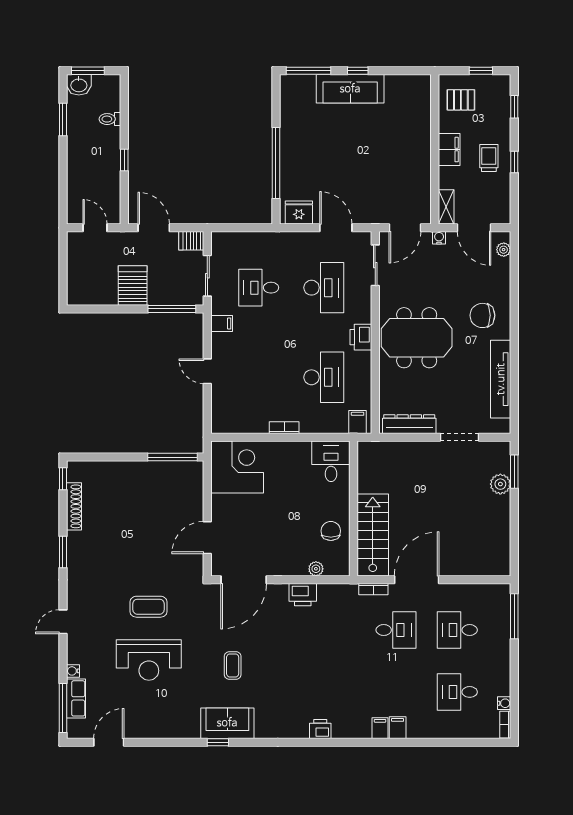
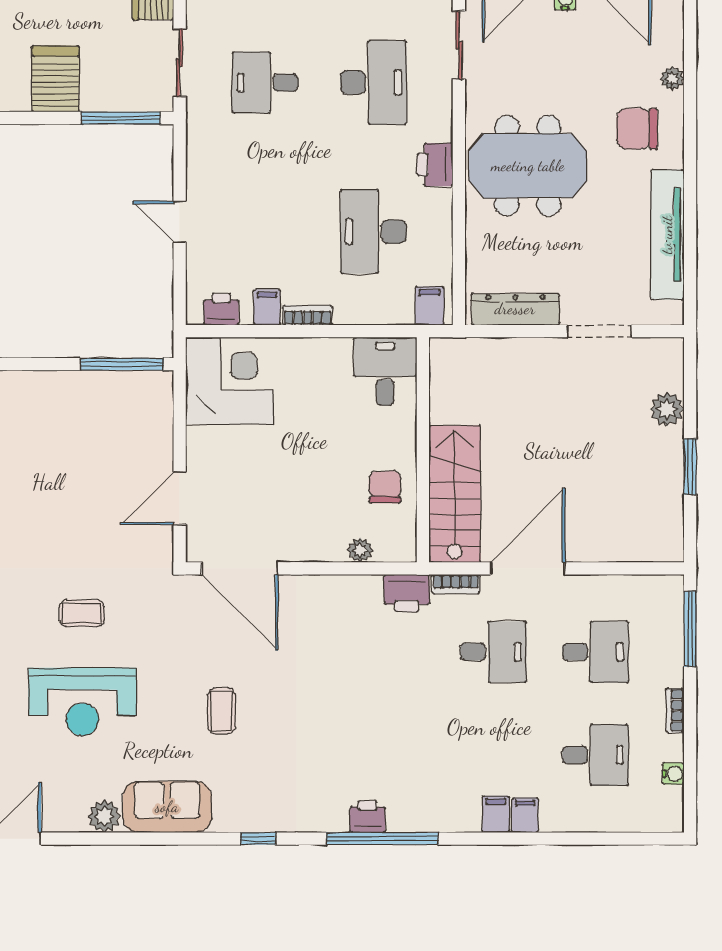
plant: (504, 250) -> (672, 78), moved
filing cabinet: (222, 324) -> (267, 307), moved, turned -90
desk: (324, 377) -> (373, 232), turned 180
printer: (232, 424) -> (221, 309), added
window: (514, 472) -> (690, 467), moved
door: (244, 580) -> (240, 568), hinge flipped
printer: (303, 595) -> (407, 593), moved
coffee table: (149, 607) -> (82, 613), width x0.73, depth x0.77
desk: (457, 630) -> (595, 652), turned 180
desk: (457, 692) -> (595, 755), turned 180
sofa: (227, 723) -> (167, 807), moved
bookcase: (505, 725) -> (675, 710), moved
filing cabinet: (380, 728) -> (525, 815), moved
plant: (162, 729) -> (104, 816), added
window: (218, 742) -> (258, 839), moved
window: (329, 742) -> (382, 839), added

